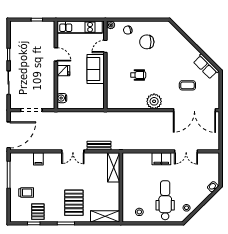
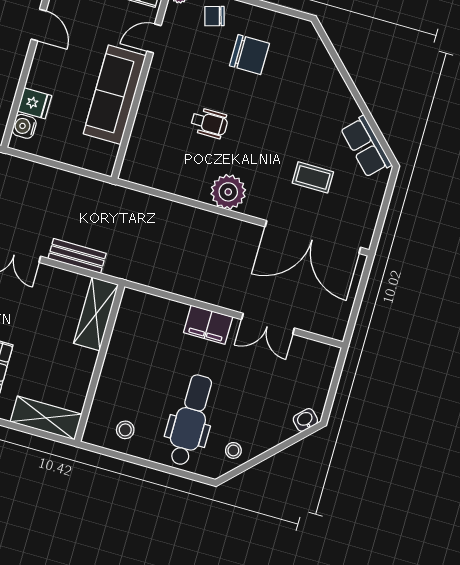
chair: (147, 42) -> (249, 55), turned 180
sofa: (96, 69) -> (115, 95), width x1.36
fridge: (63, 71) -> (34, 103), moved

